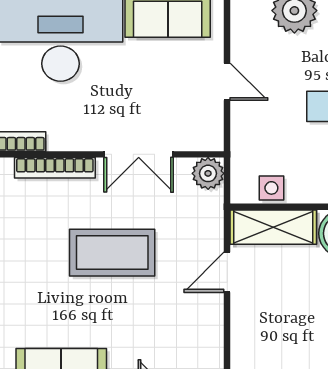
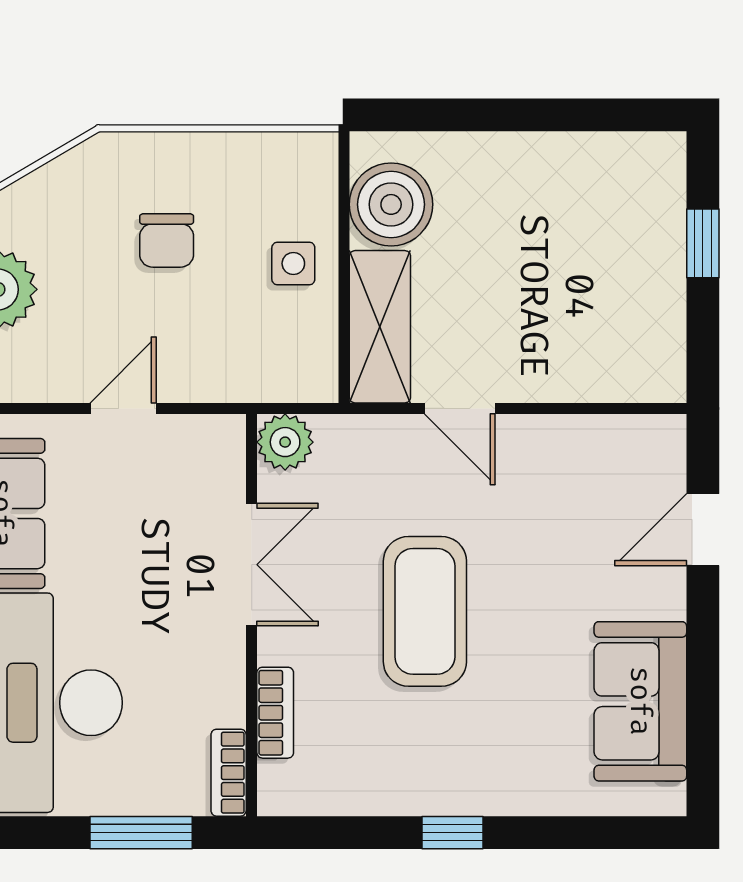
bookcase: (55, 168) -> (275, 713), width x0.64
side table: (271, 188) -> (293, 263), moved

